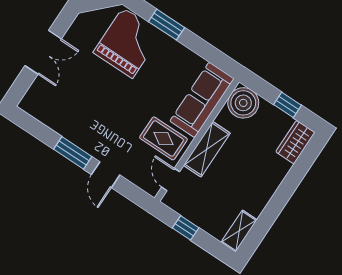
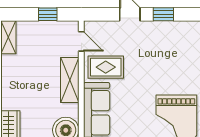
window: (73, 153) -> (163, 14), width x0.67

